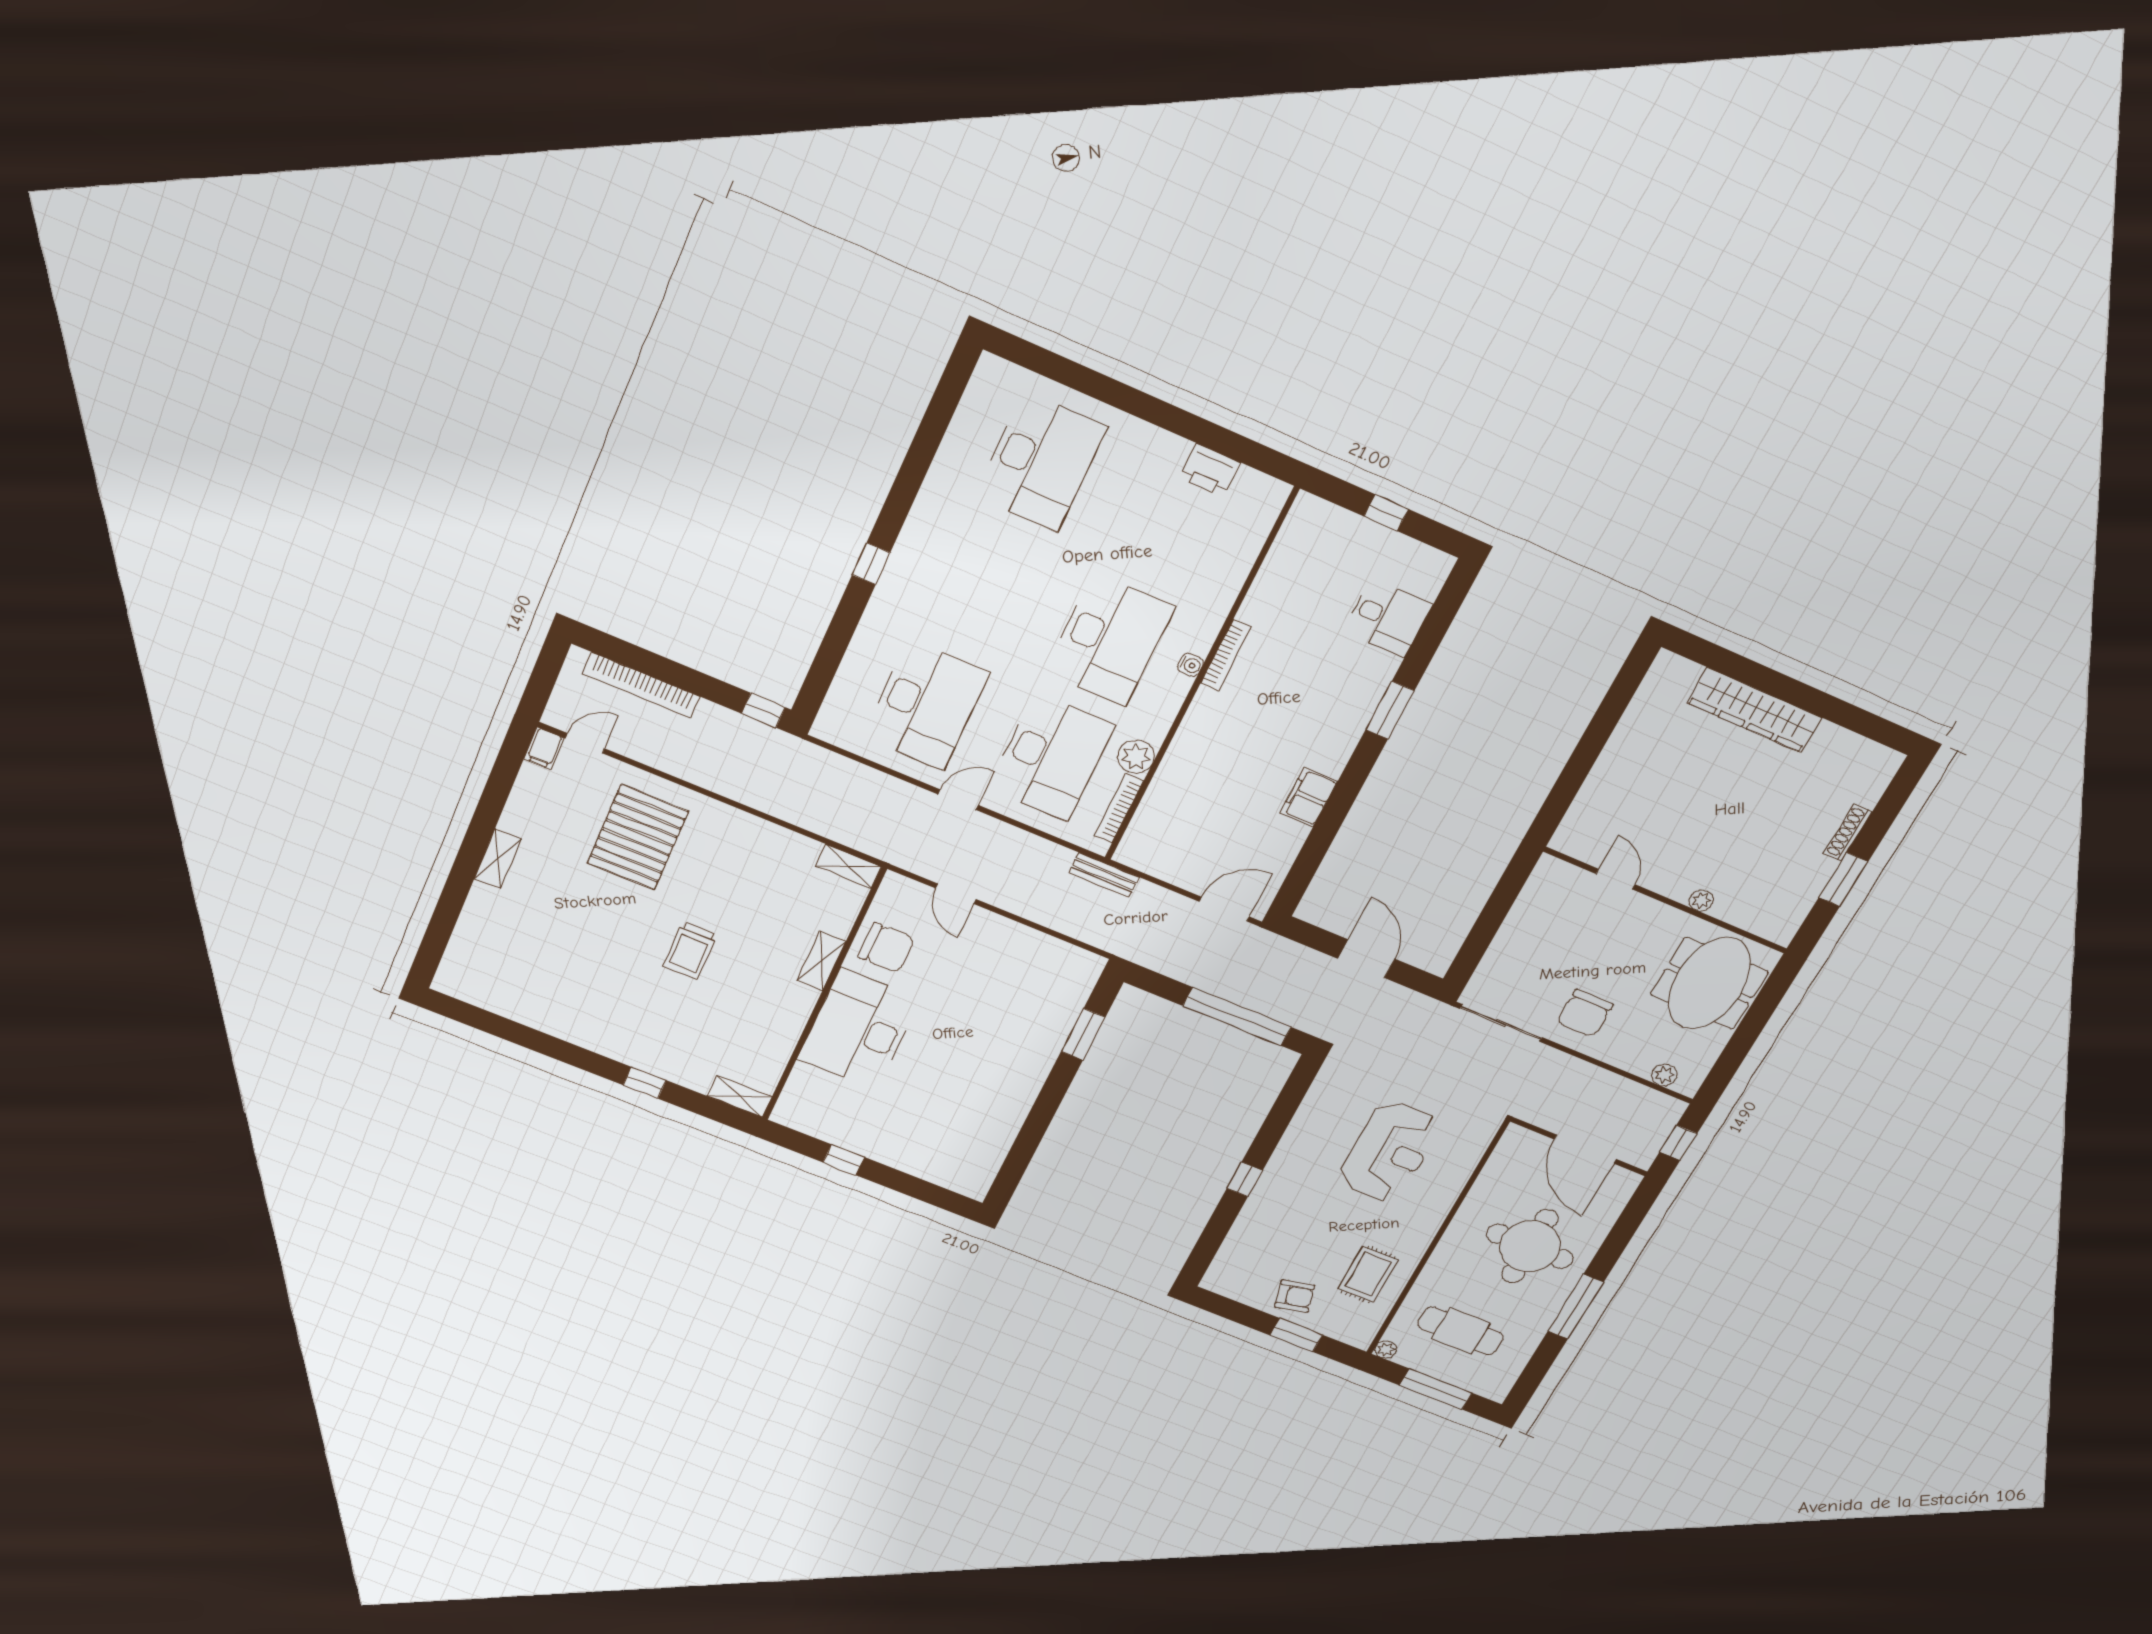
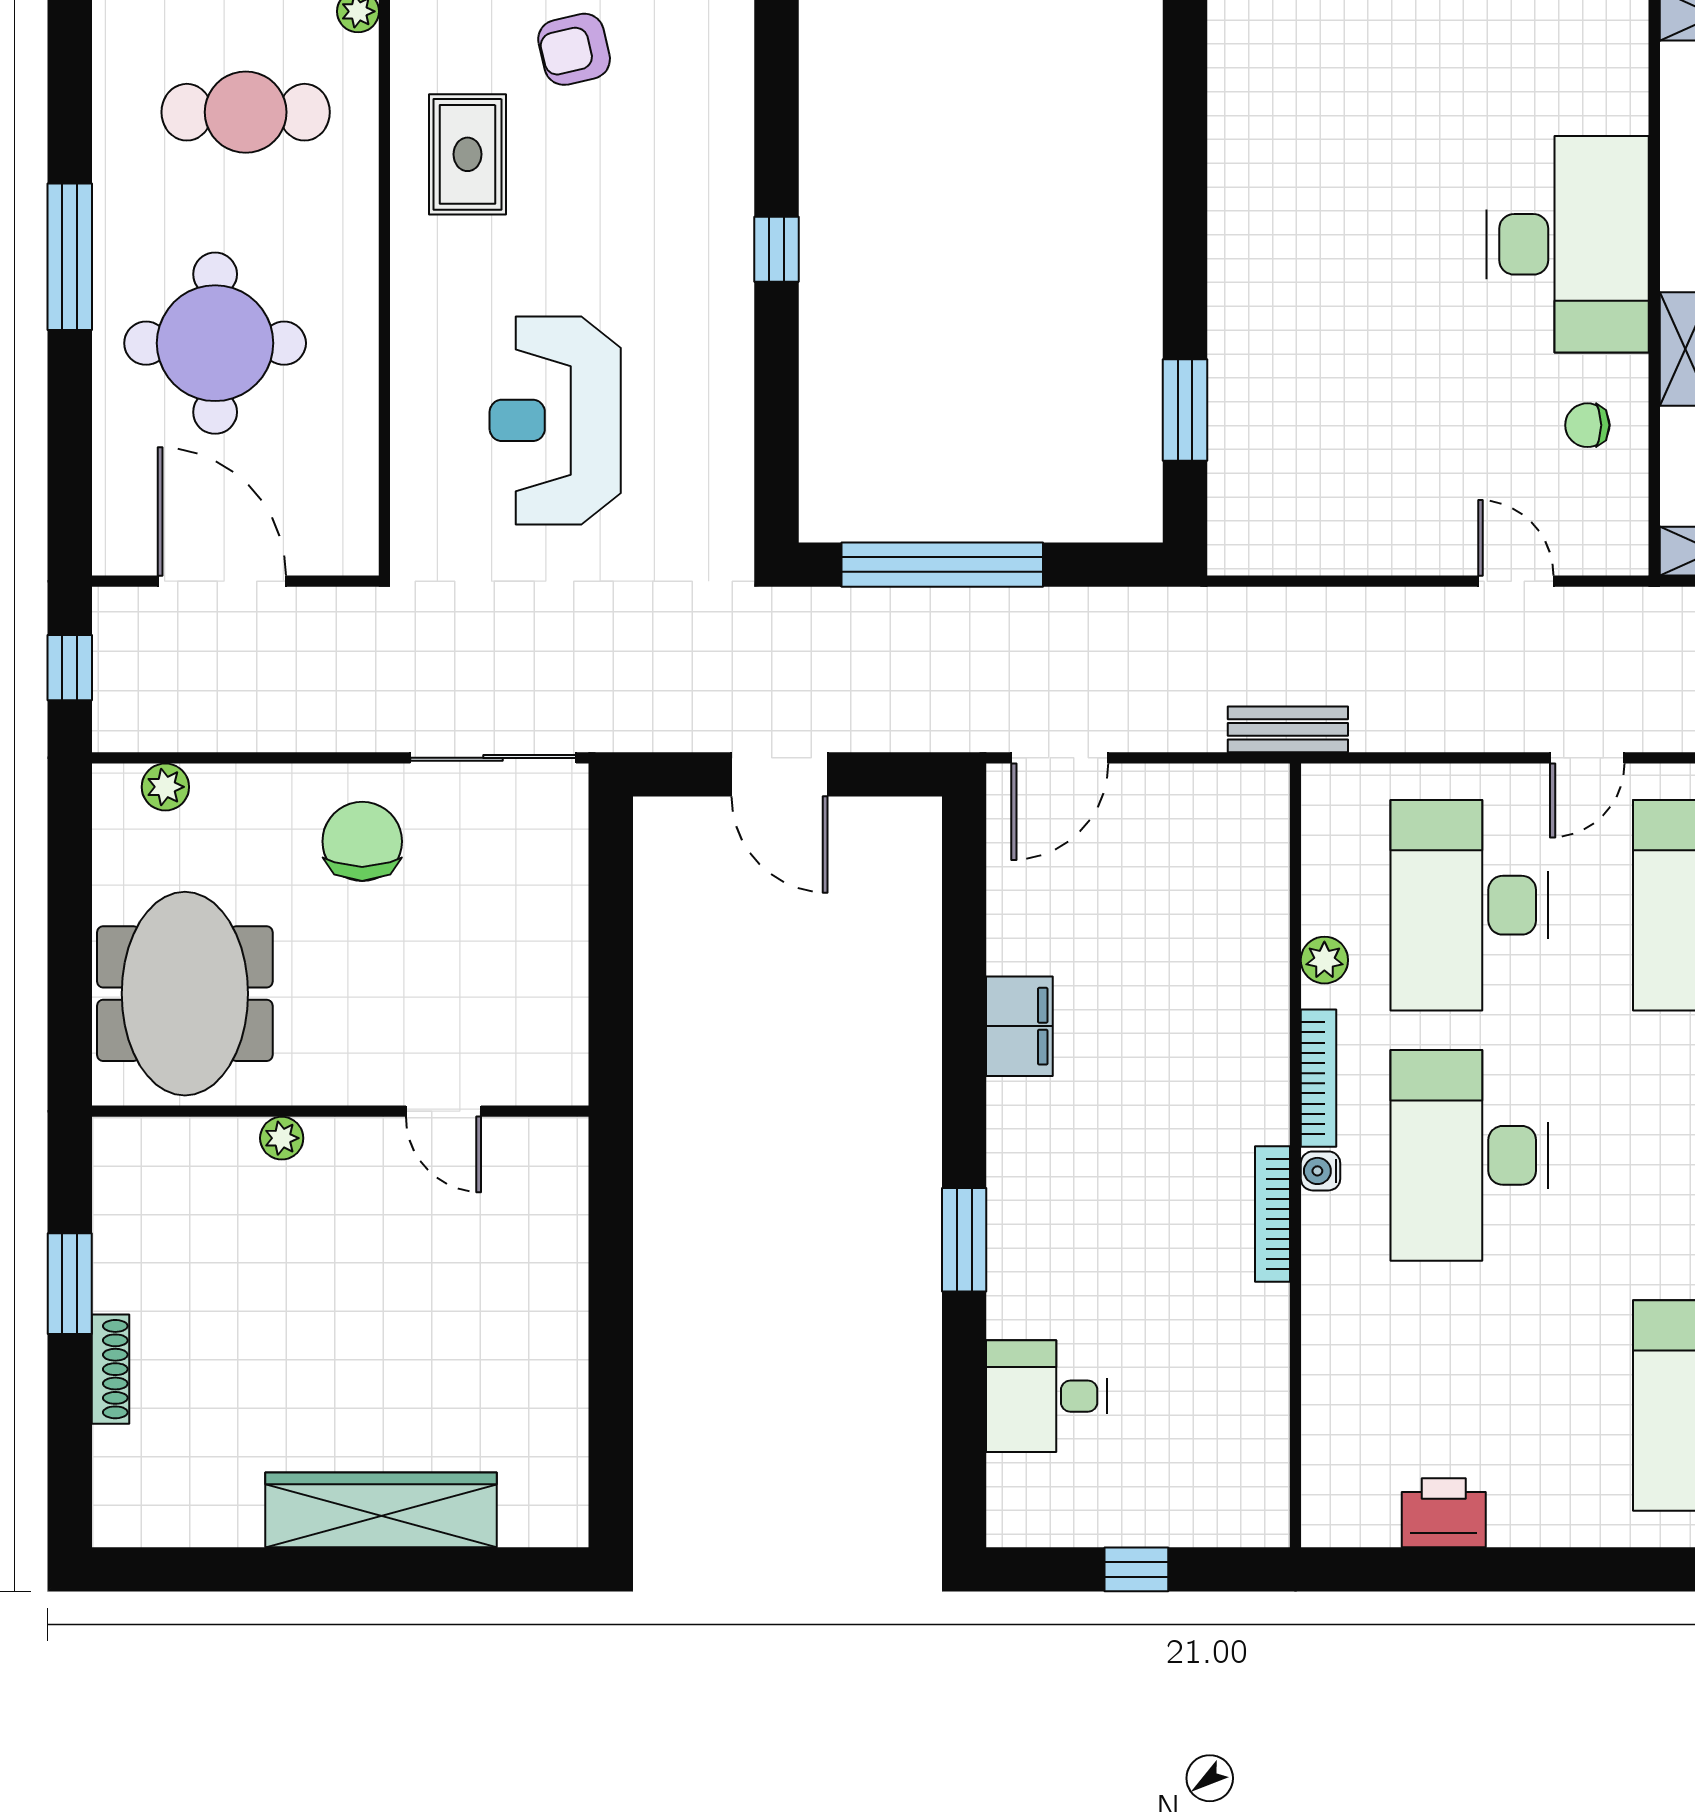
plant: (1136, 757) -> (1324, 960), width x0.73, depth x0.73
bookcase: (1119, 808) -> (1319, 1078), moved
chair: (887, 948) -> (1587, 425), width x0.54, depth x0.54

